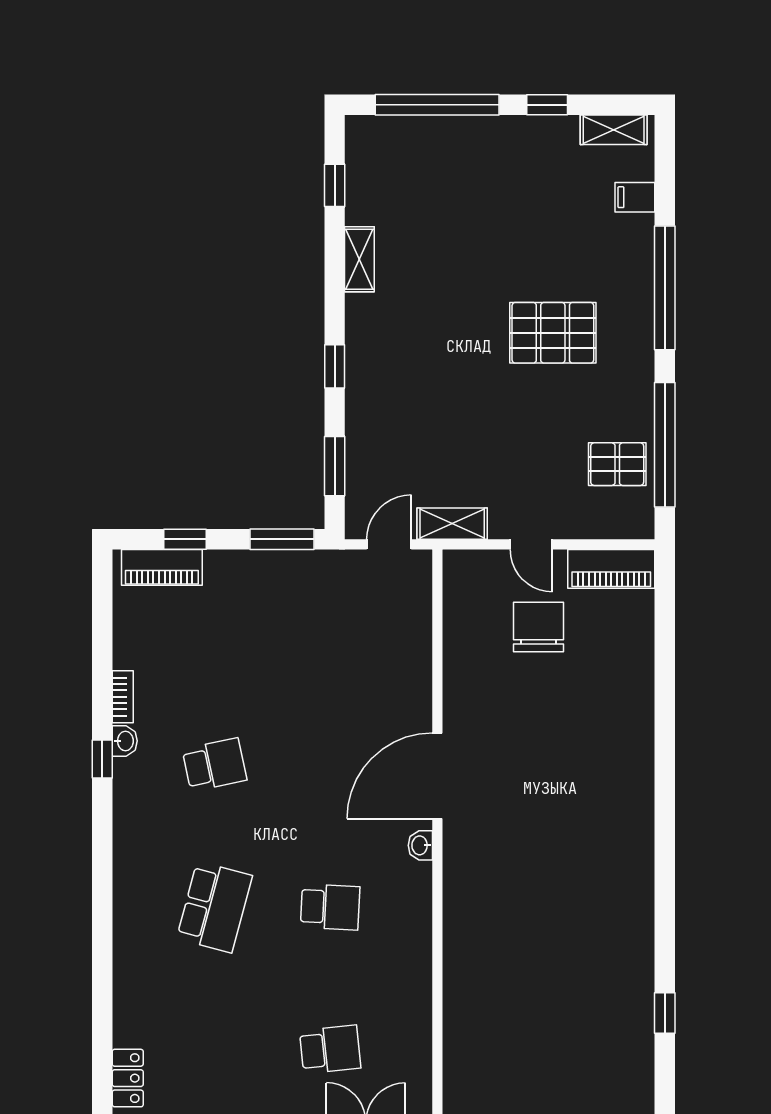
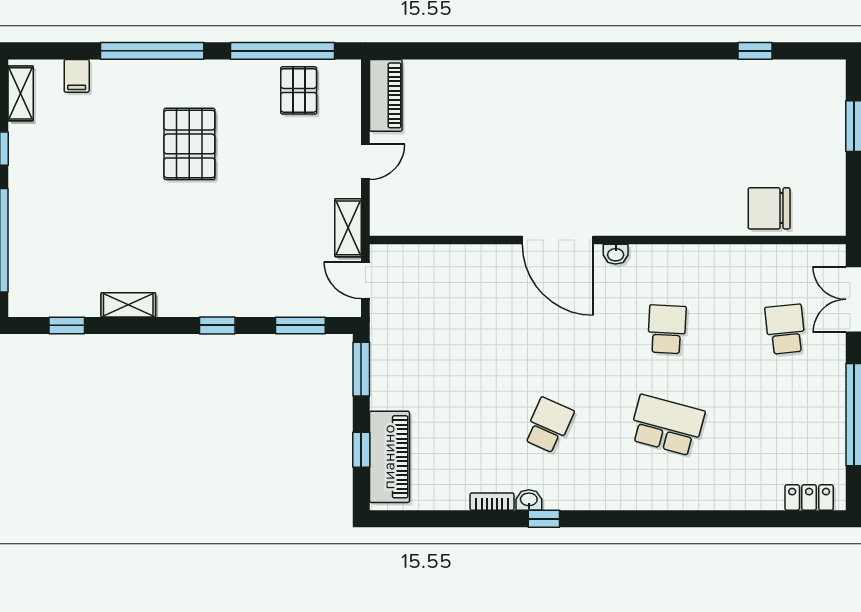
piano: (162, 567) -> (389, 457), width x1.37, depth x1.33
chair: (539, 627) -> (769, 208), moved
school desk: (215, 765) -> (549, 425), turned 36

